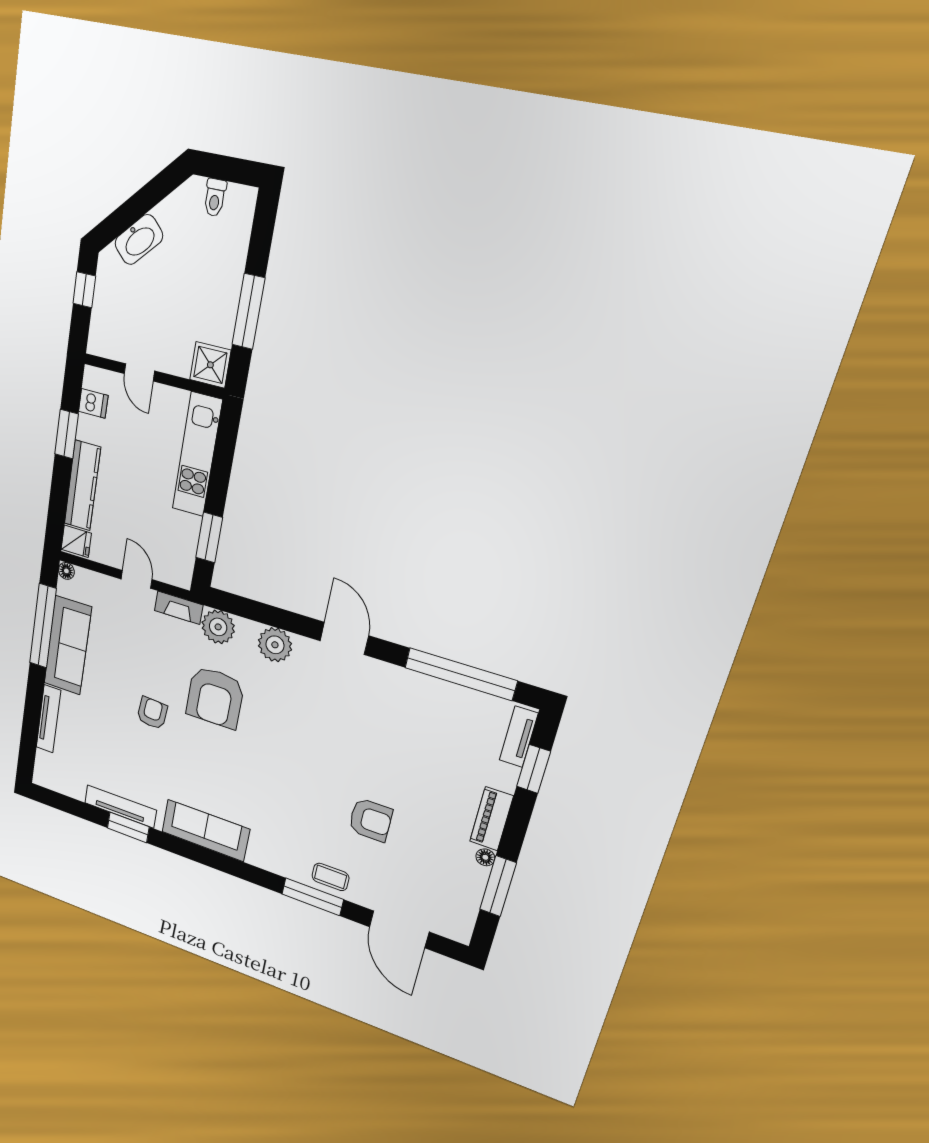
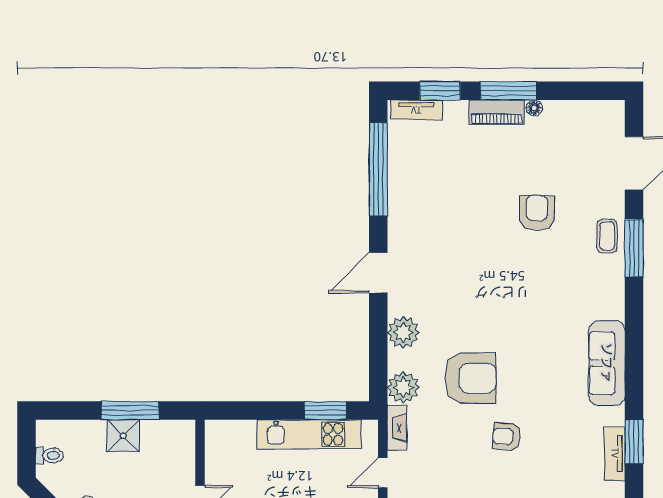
shower: (210, 365) -> (123, 436), moved
kitchen unit: (197, 455) -> (309, 434), moved
tv unit: (120, 806) -> (615, 453), width x0.71
window: (498, 886) -> (509, 91), moved

